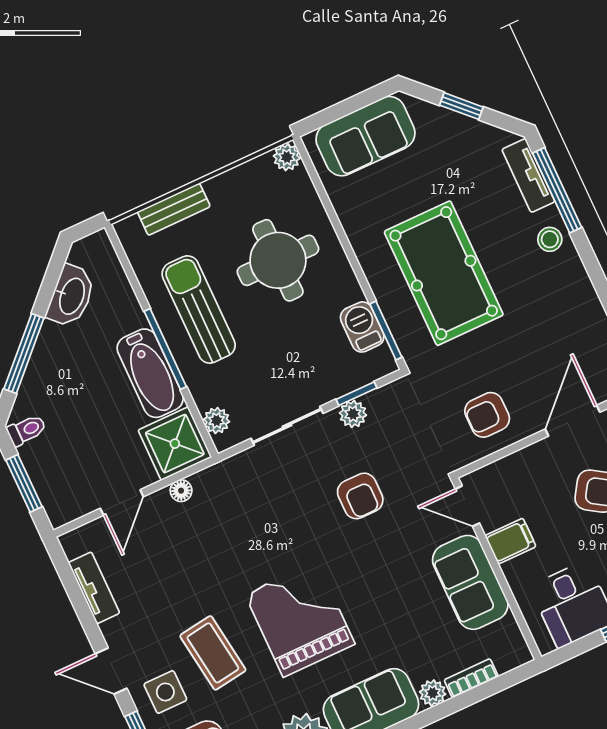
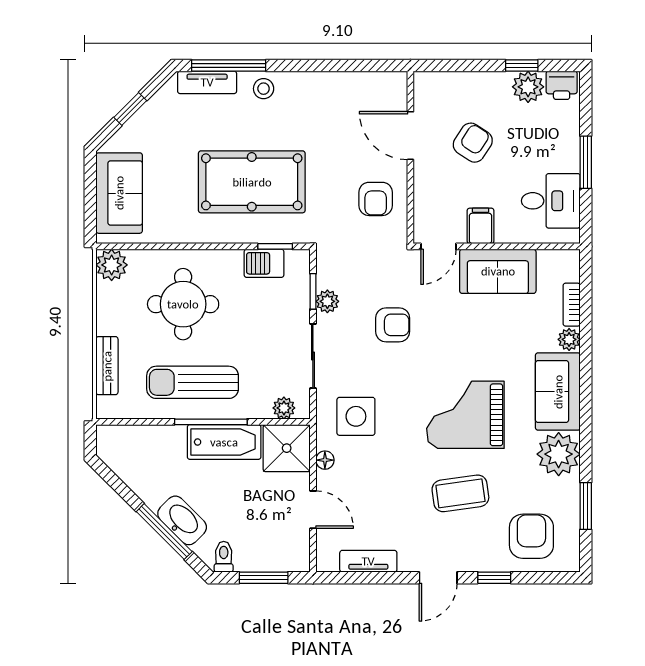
plant: (287, 157) -> (112, 265), width x1.38, depth x1.38
washbasin: (71, 296) -> (182, 520), moved
window: (386, 331) -> (275, 246), width x0.67
side table: (165, 692) -> (356, 416), moved, width x1.37, depth x1.37

